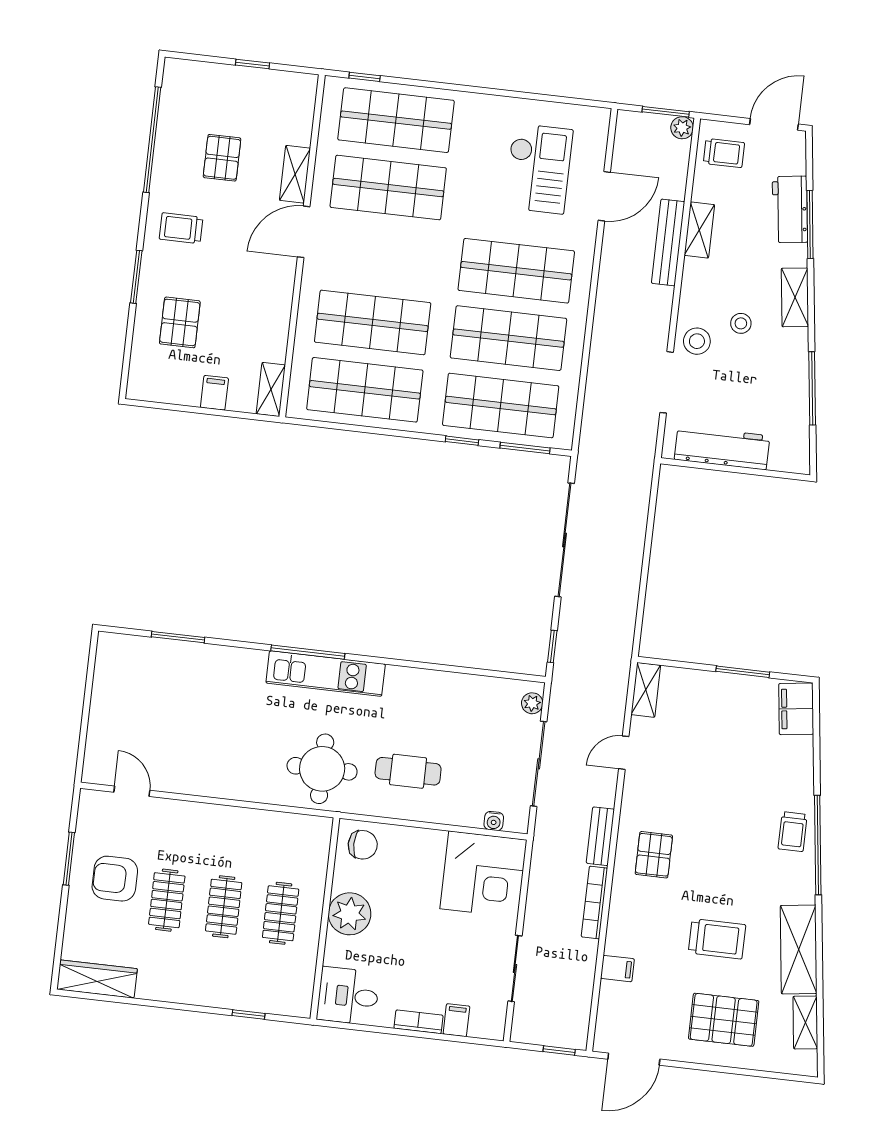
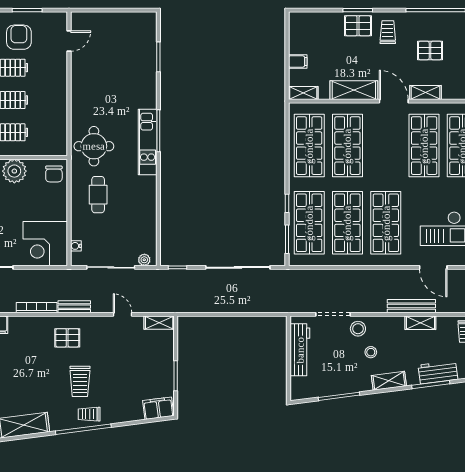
shelving: (276, 300) -> (354, 90), added
pallet: (180, 322) -> (358, 26), moved
trolley: (717, 939) -> (80, 381), moved

